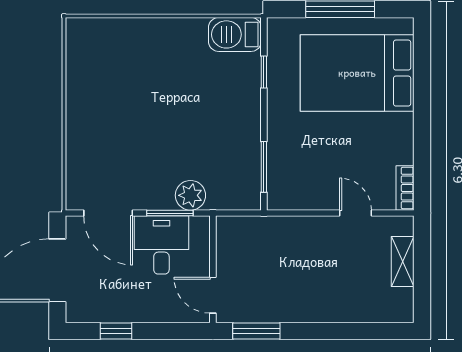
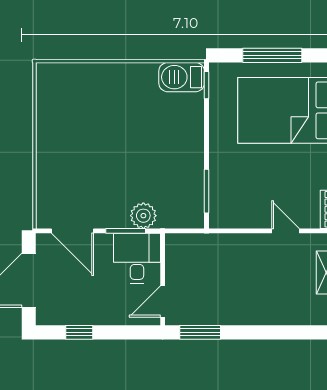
window: (264, 72) -> (207, 85), moved
desk: (161, 245) -> (137, 258), moved
door: (213, 295) -> (163, 302), hinge flipped

